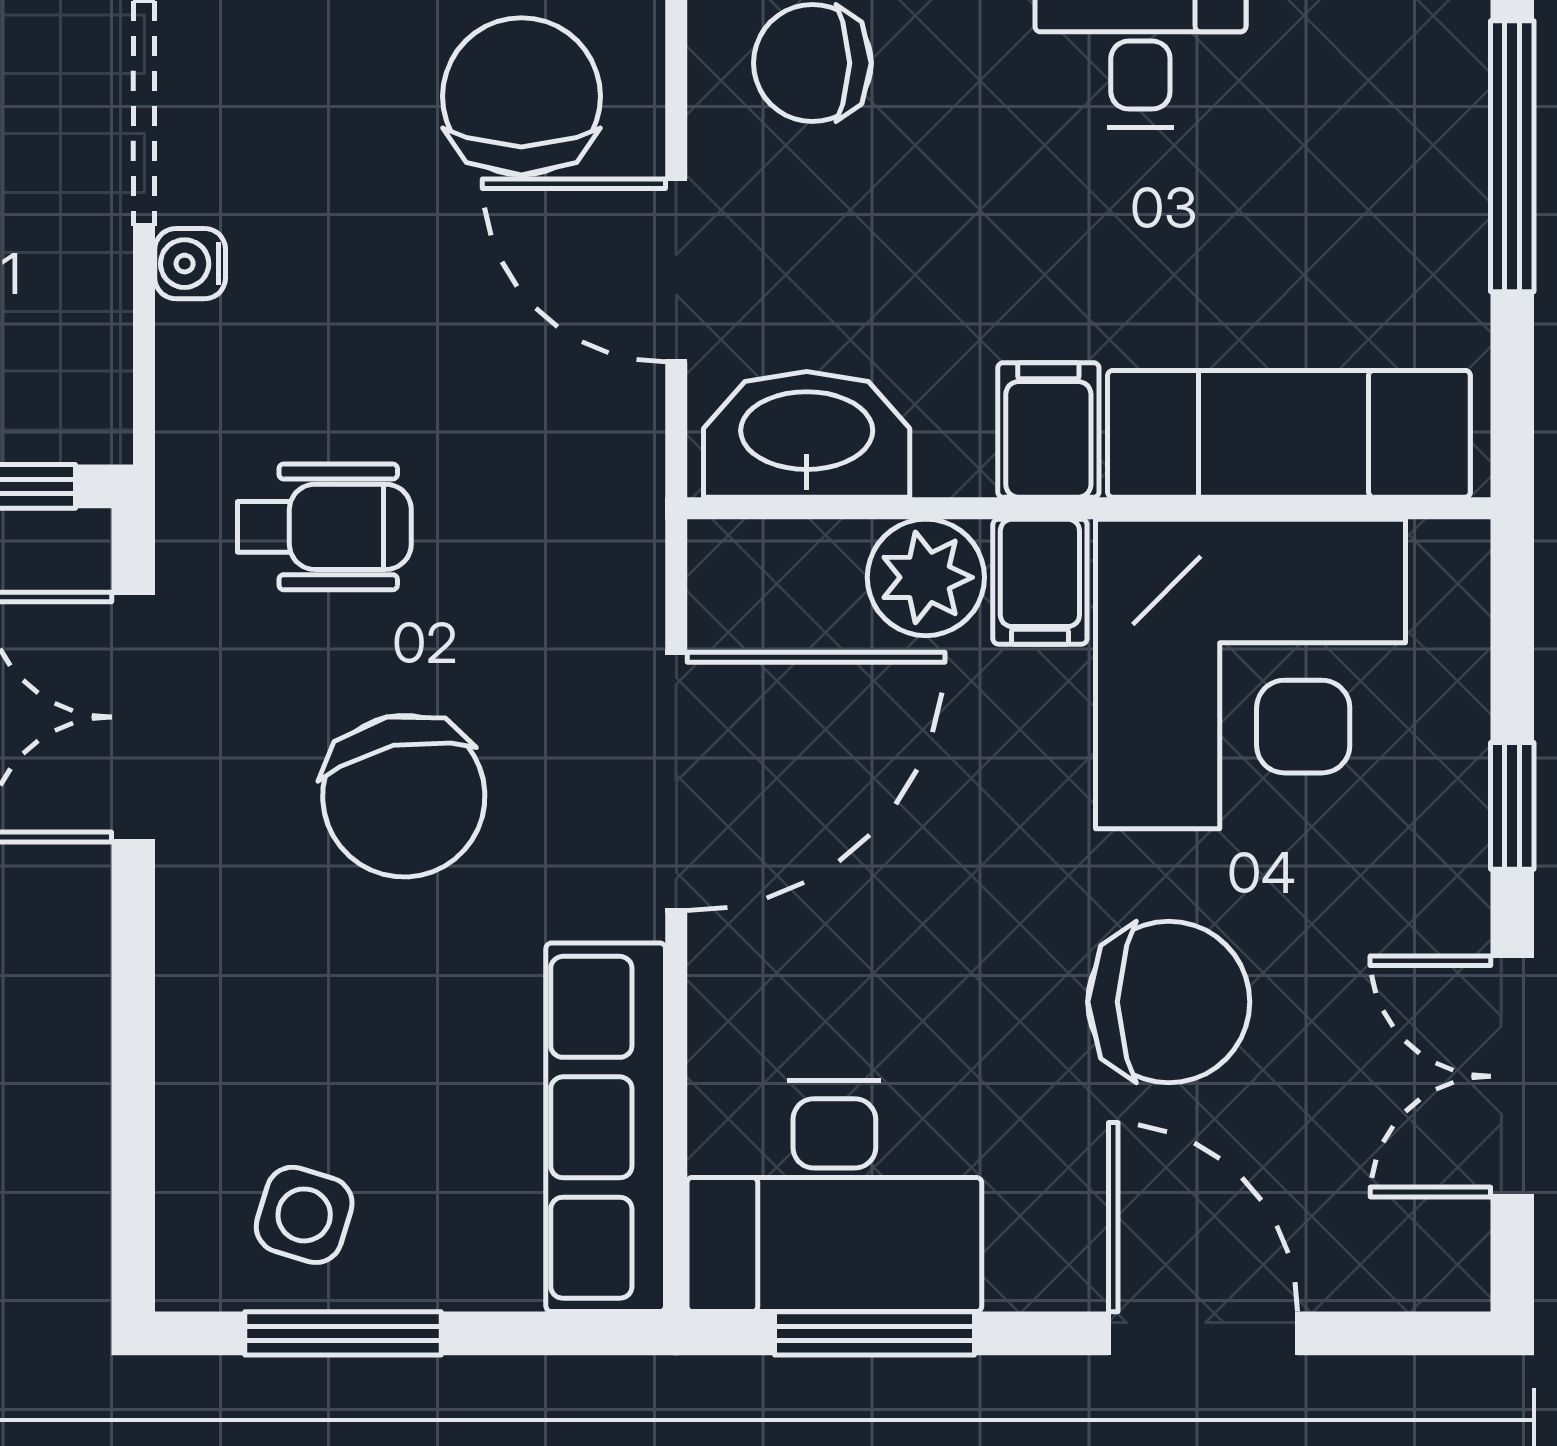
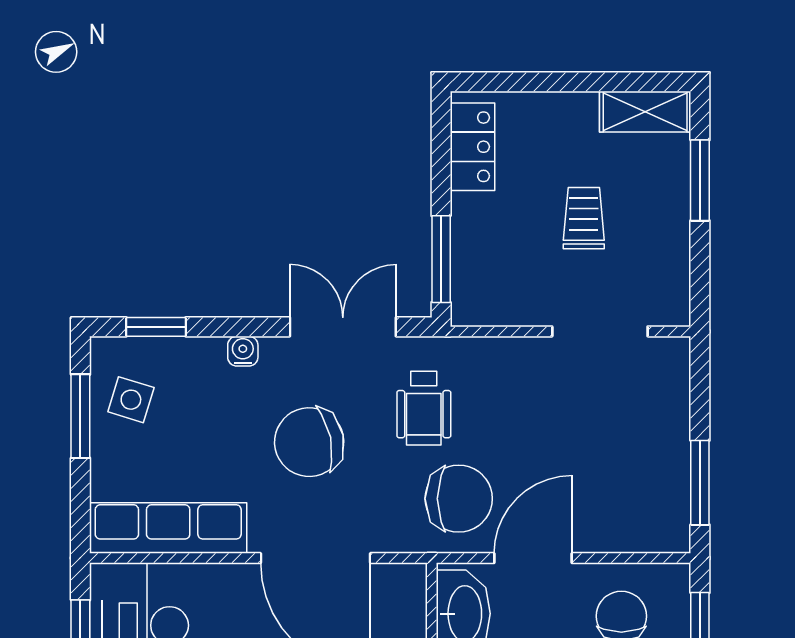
chair: (521, 96) -> (459, 499), moved
water cooler: (190, 264) -> (243, 351), moved
window: (133, 1156) -> (156, 327), added

